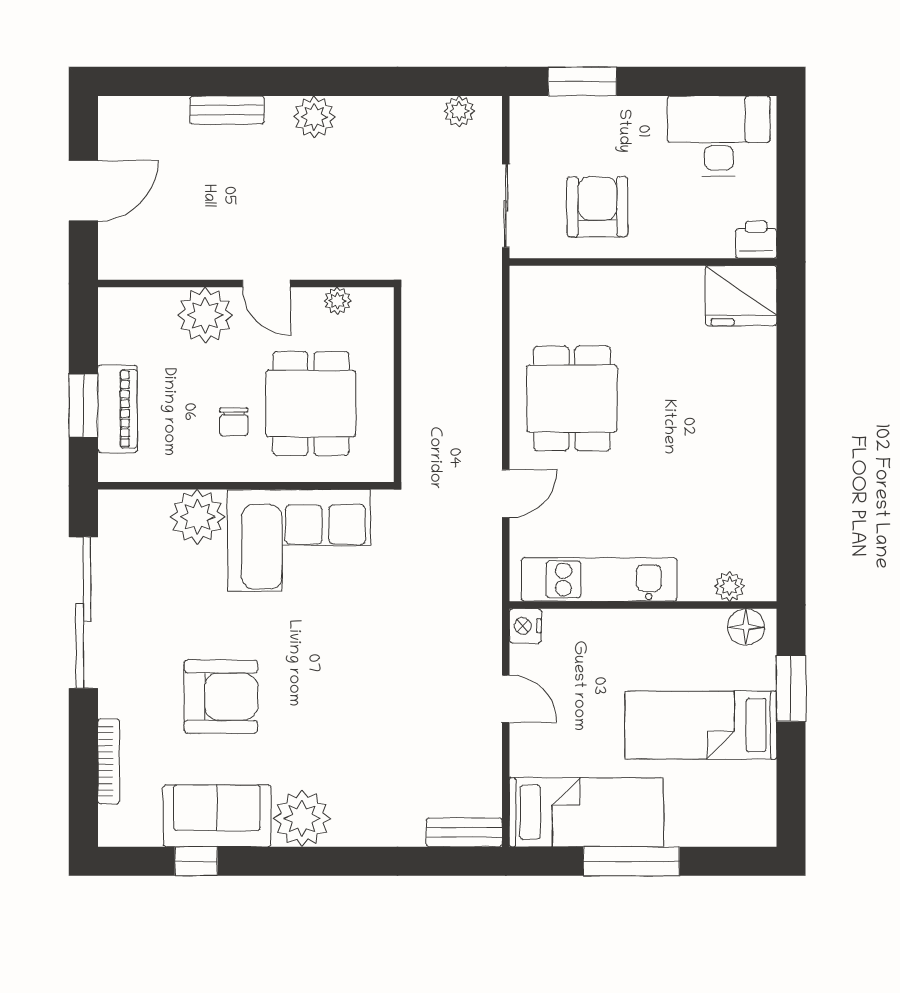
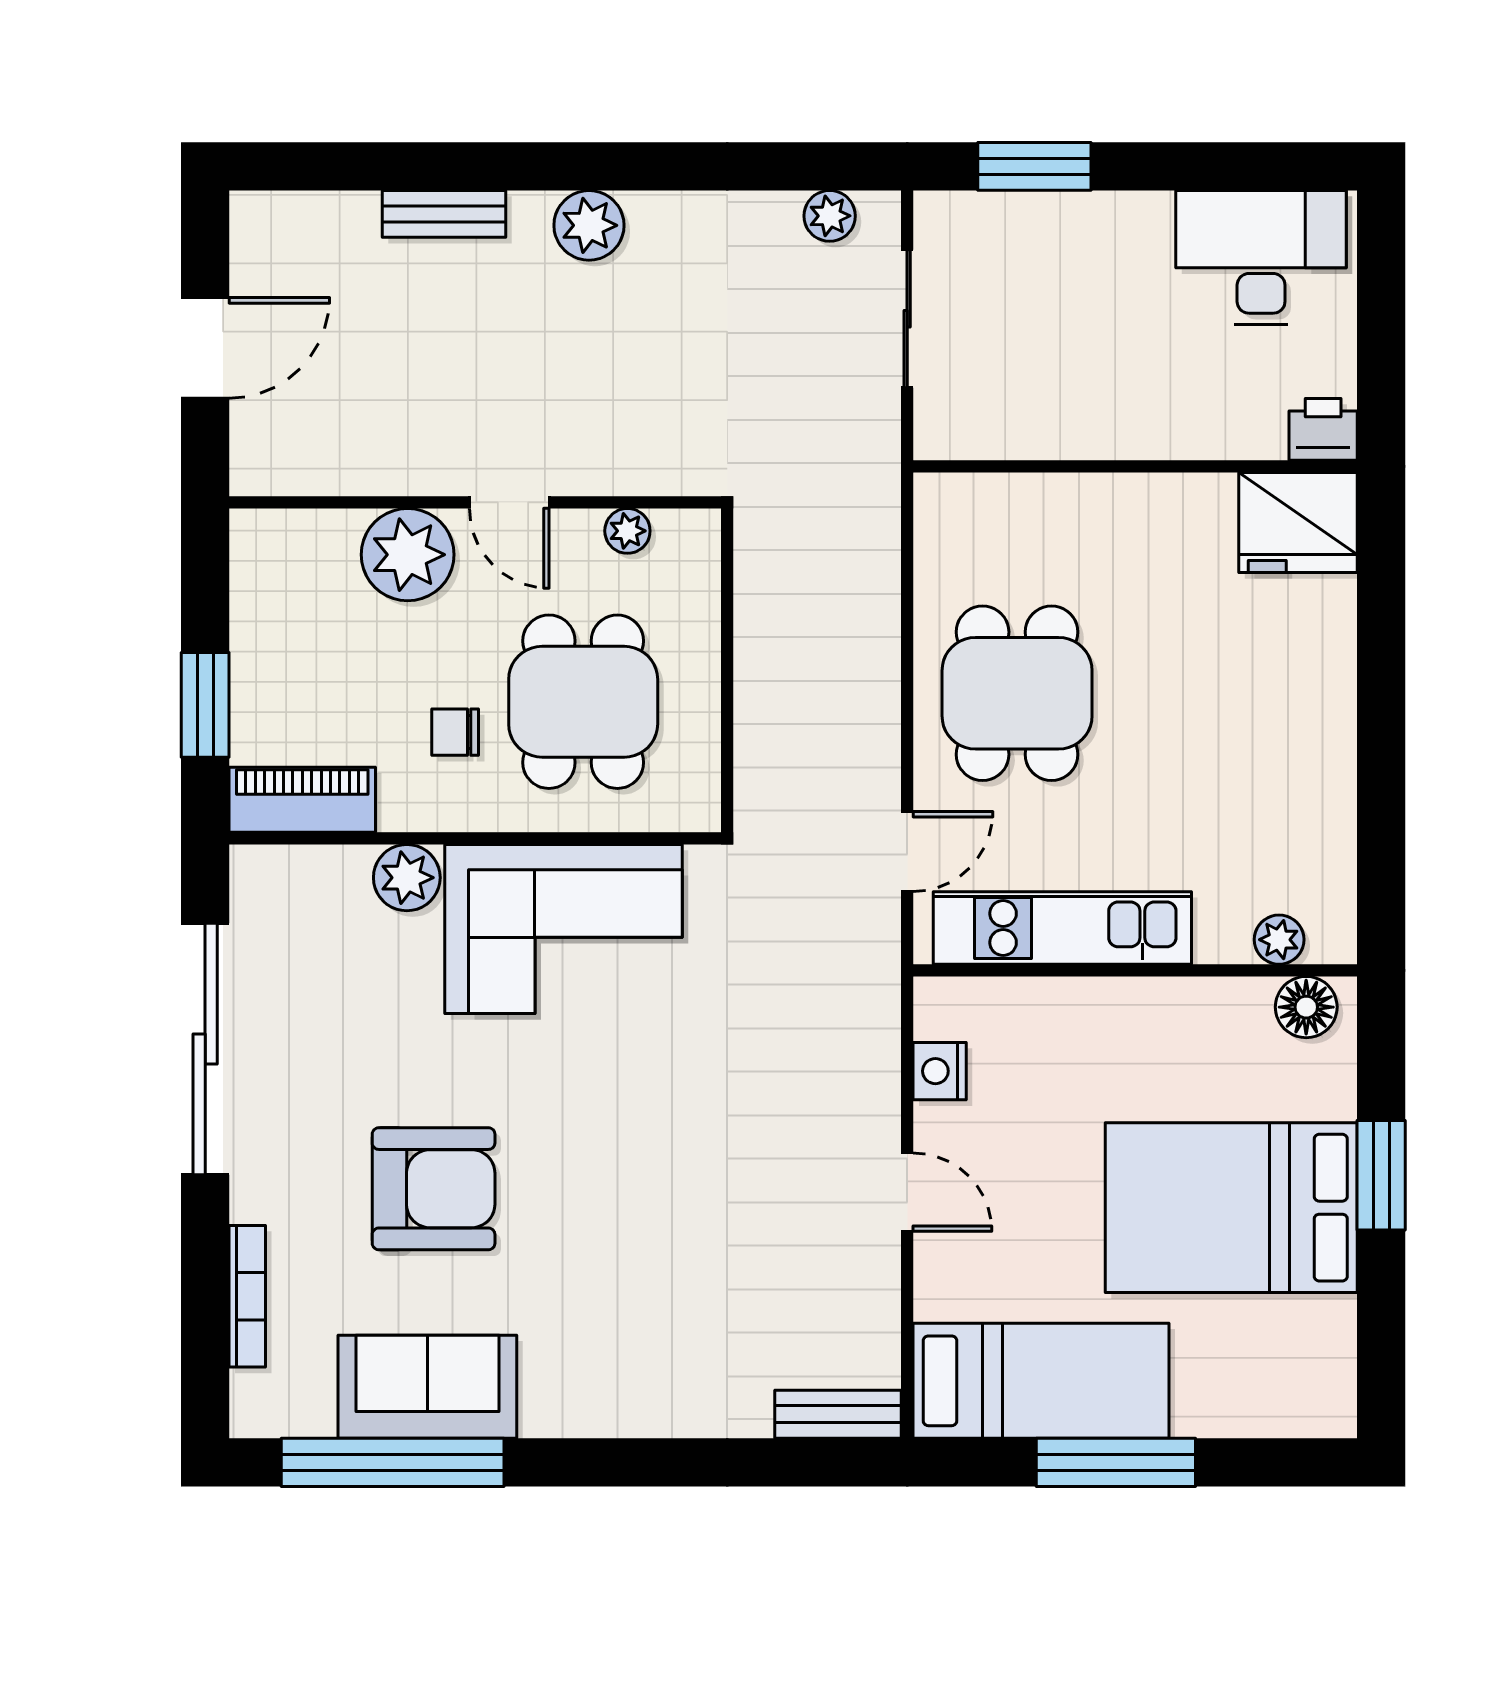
sliding door: (506, 206) -> (907, 319), moved
armchair: (597, 207) -> (1059, 375), removed
piano: (117, 409) -> (302, 800), moved, turned -90
chair: (234, 422) -> (455, 732), turned 90
plant: (197, 517) -> (407, 878), width x0.73, depth x0.73
kitchen unit: (599, 579) -> (1062, 928), moved
plant: (730, 586) -> (1279, 940), moved
wall: (643, 605) -> (1135, 970), moved
floor lamp: (746, 627) -> (1306, 1007), moved
bed: (701, 725) -> (1231, 1208), width x1.50
plant: (302, 819) -> (569, 1391), removed
window: (196, 861) -> (393, 1462), width x3.17

